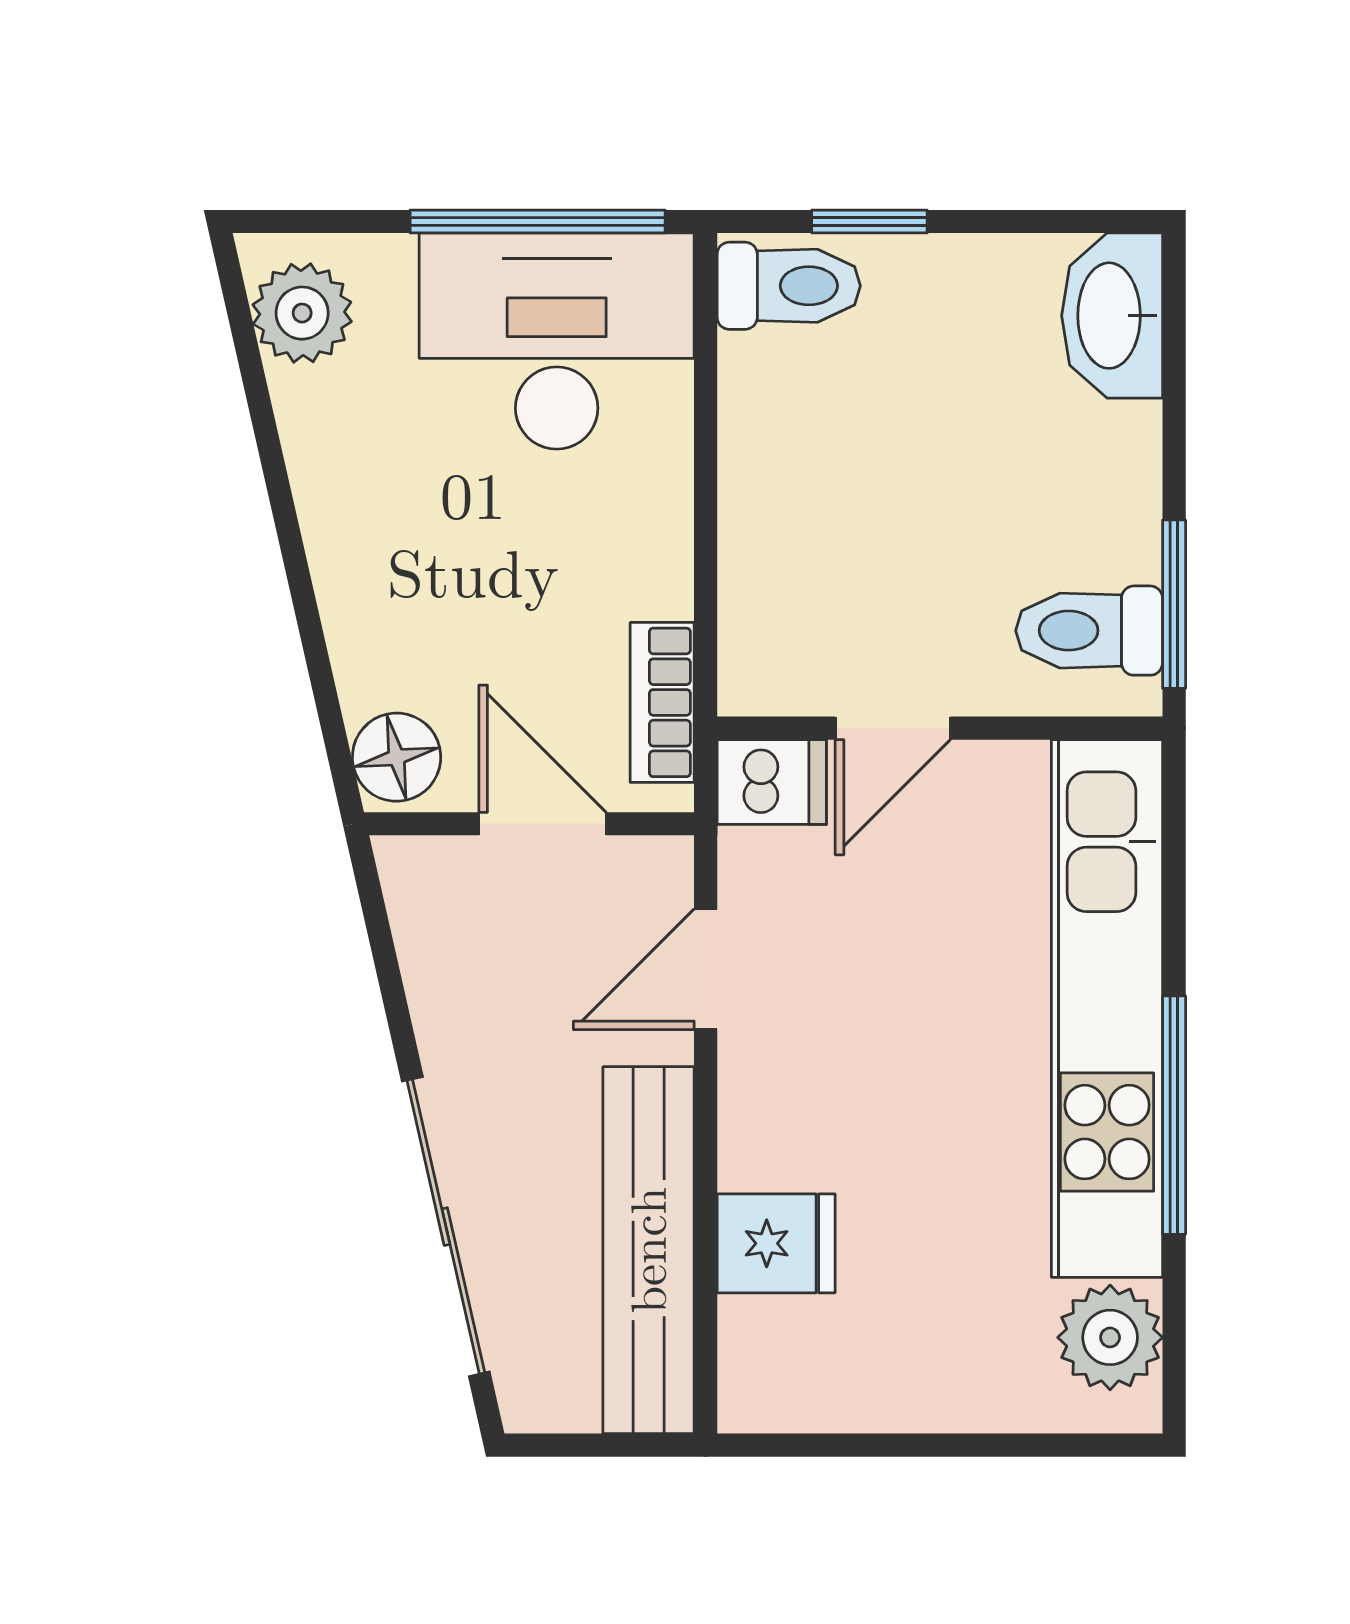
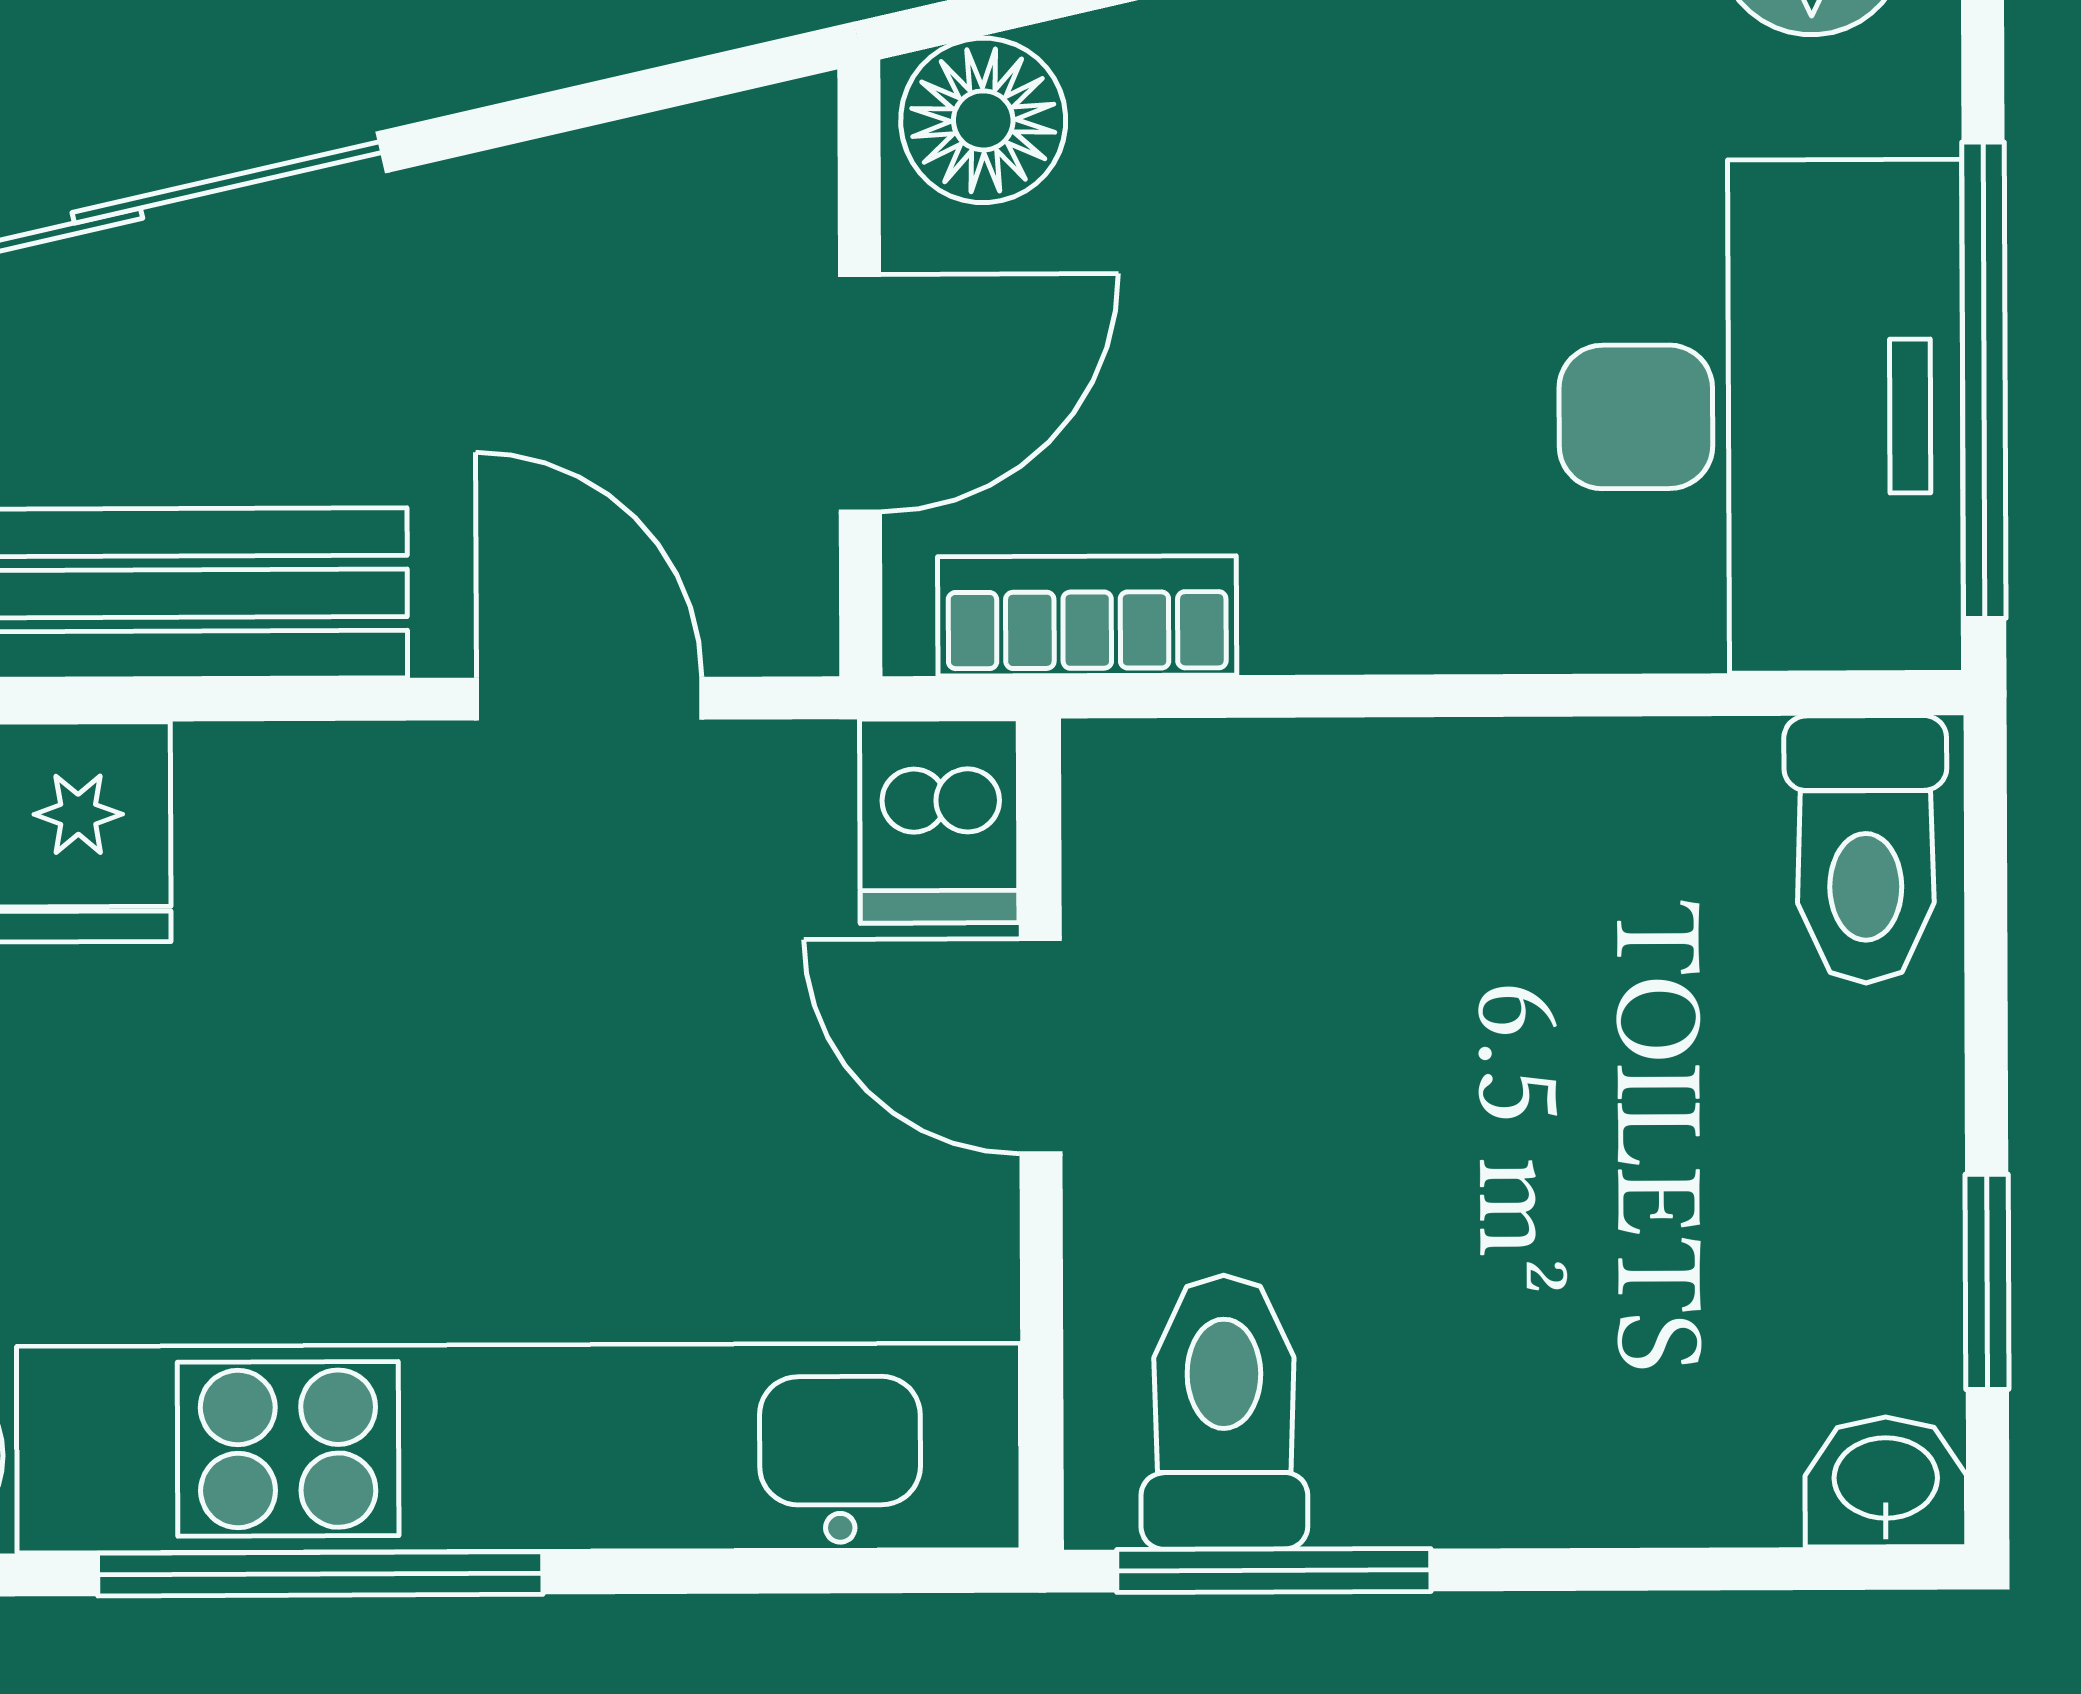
window: (869, 222) -> (1987, 1282), moved
washbasin: (1112, 316) -> (1886, 1482), width x0.52, depth x0.69

